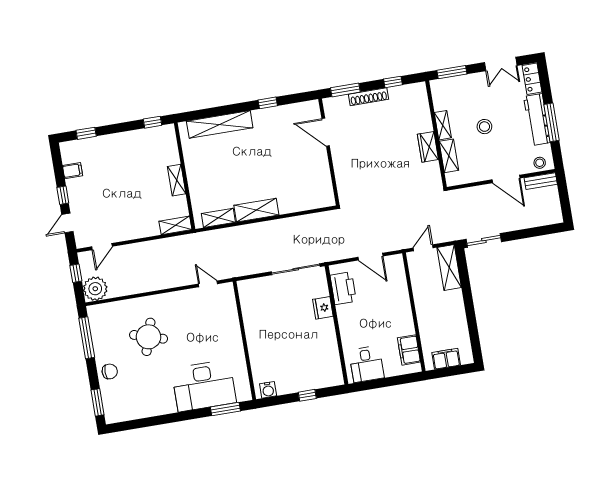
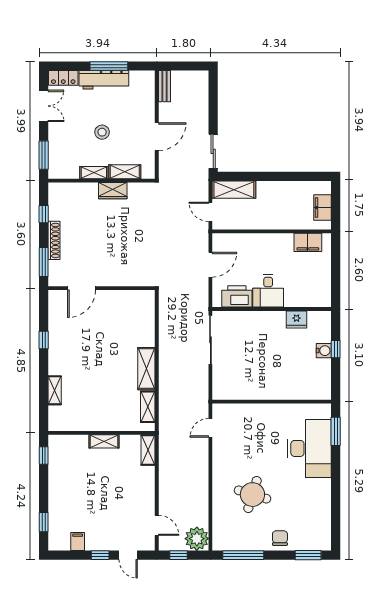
shelving: (220, 124) -> (55, 390), width x0.45, depth x0.75
stool: (540, 163) -> (146, 84), removed
door: (506, 179) -> (157, 137), moved
fridge: (323, 308) -> (297, 319), moved
desk: (366, 364) -> (268, 291), moved, turned 90
water cooler: (268, 390) -> (324, 351), moved

